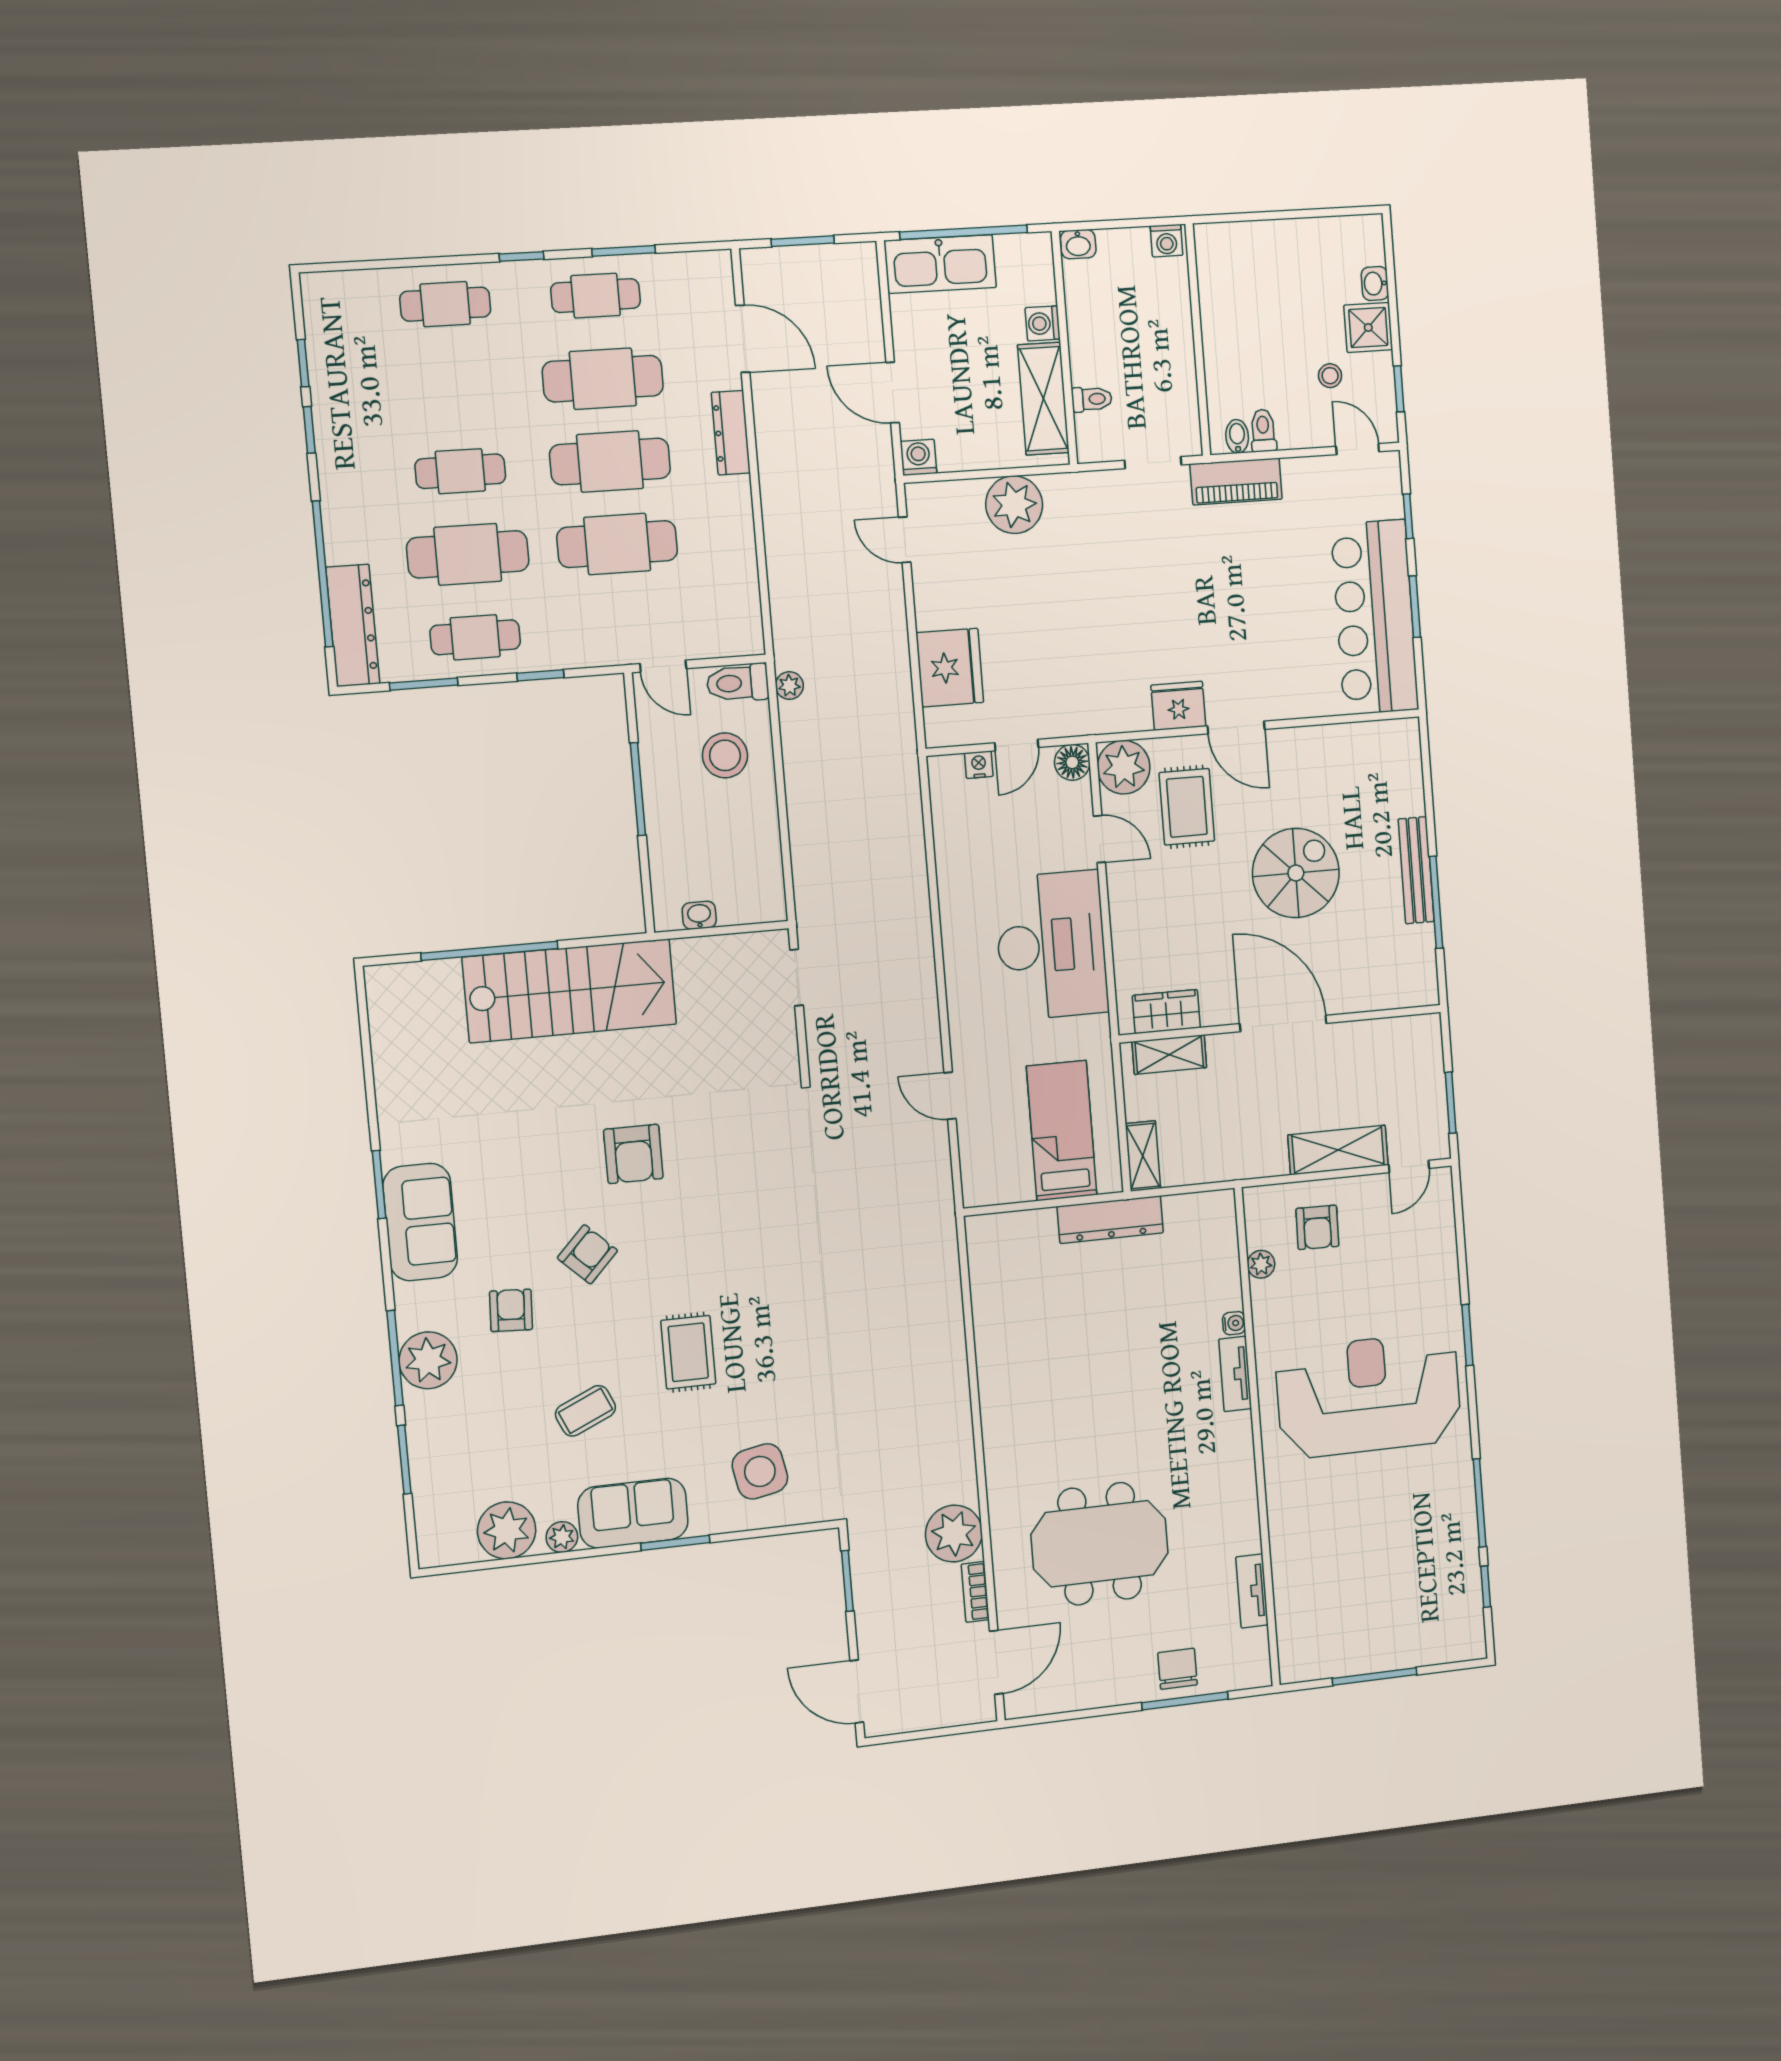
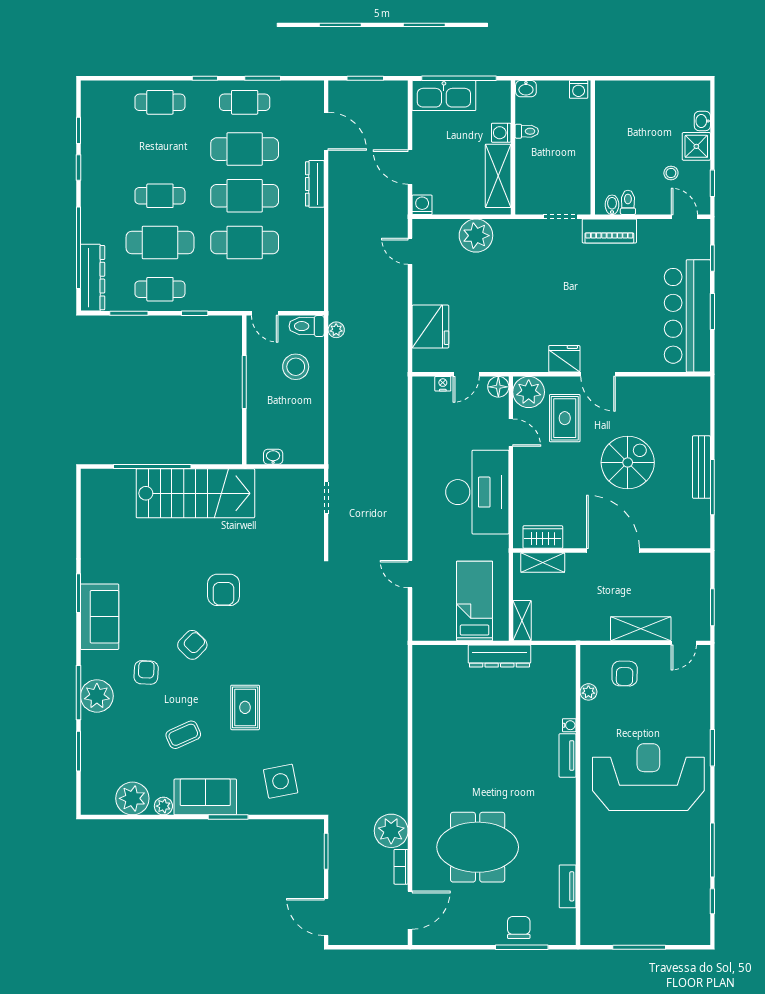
toilet: (1092, 399) -> (527, 131), moved

